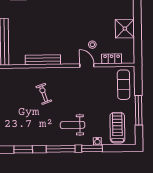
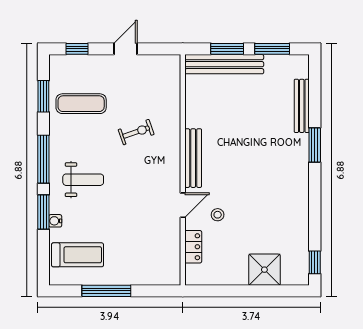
shower: (125, 29) -> (264, 270), moved
bench: (43, 60) -> (193, 158), moved
exercise mat: (124, 85) -> (81, 104), moved
weight bench: (73, 125) -> (83, 180), turned 90

